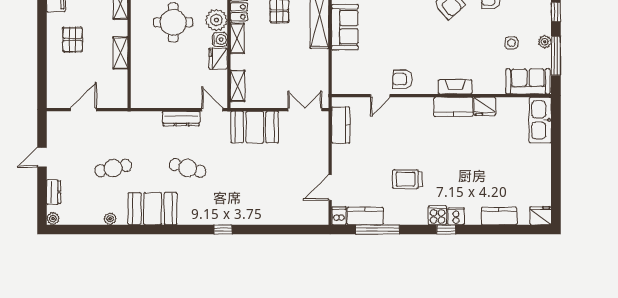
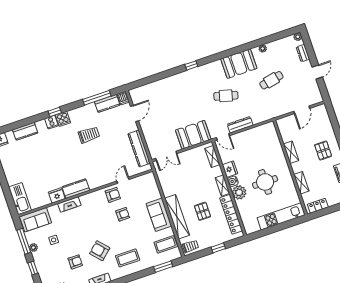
armchair: (398, 46) -> (123, 214), added
fireplace: (455, 87) -> (69, 204), moved
kitchen counter: (341, 125) -> (139, 148), width x1.50

